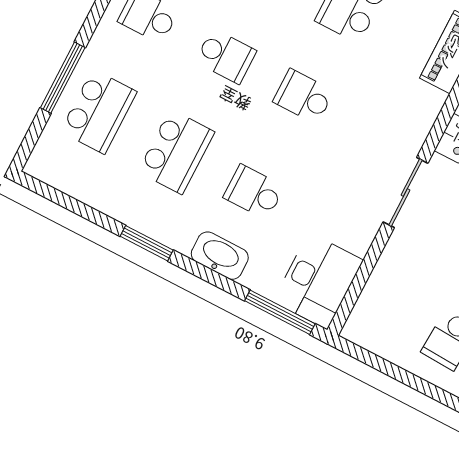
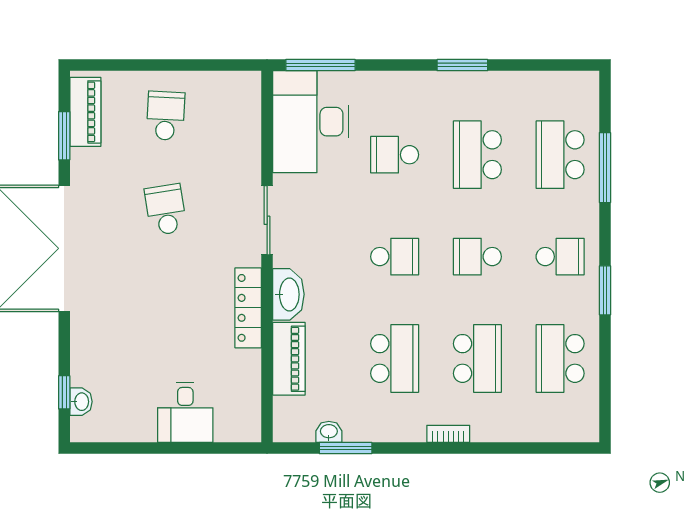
school desk: (254, 192) -> (395, 155), turned 180
washbasin: (220, 256) -> (288, 294), moved, turned -90
desk: (318, 281) -> (311, 122), width x1.36, depth x1.30

